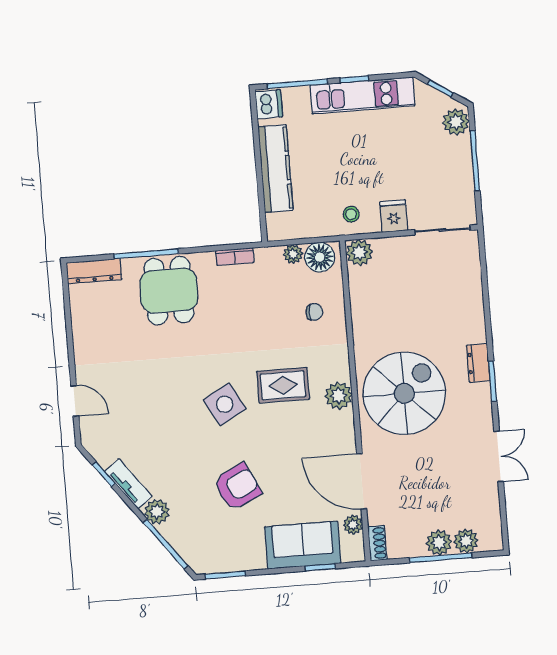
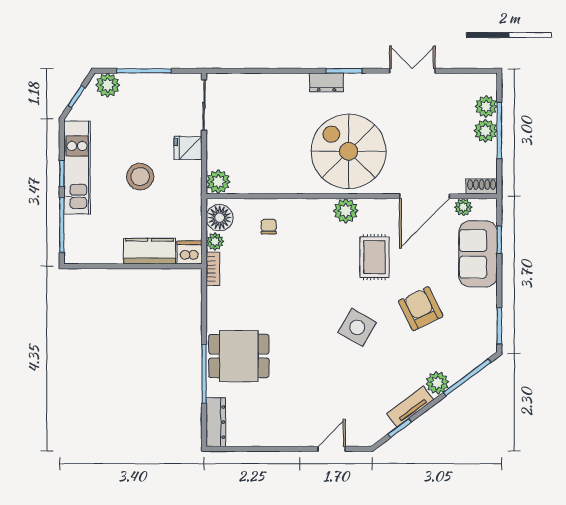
dishwasher: (269, 104) -> (189, 253), moved
kitchen counter: (275, 169) -> (150, 251), width x0.67
stool: (351, 214) -> (140, 177), moved, width x1.89, depth x1.89
bookcase: (235, 257) -> (213, 269), moved
rug: (283, 385) -> (374, 257), moved
side table: (225, 404) -> (357, 327), moved, turned -31

